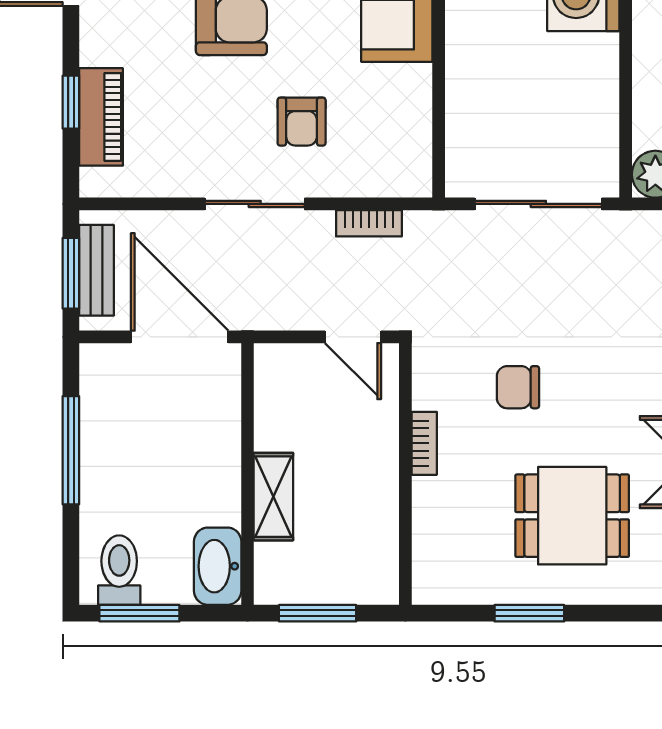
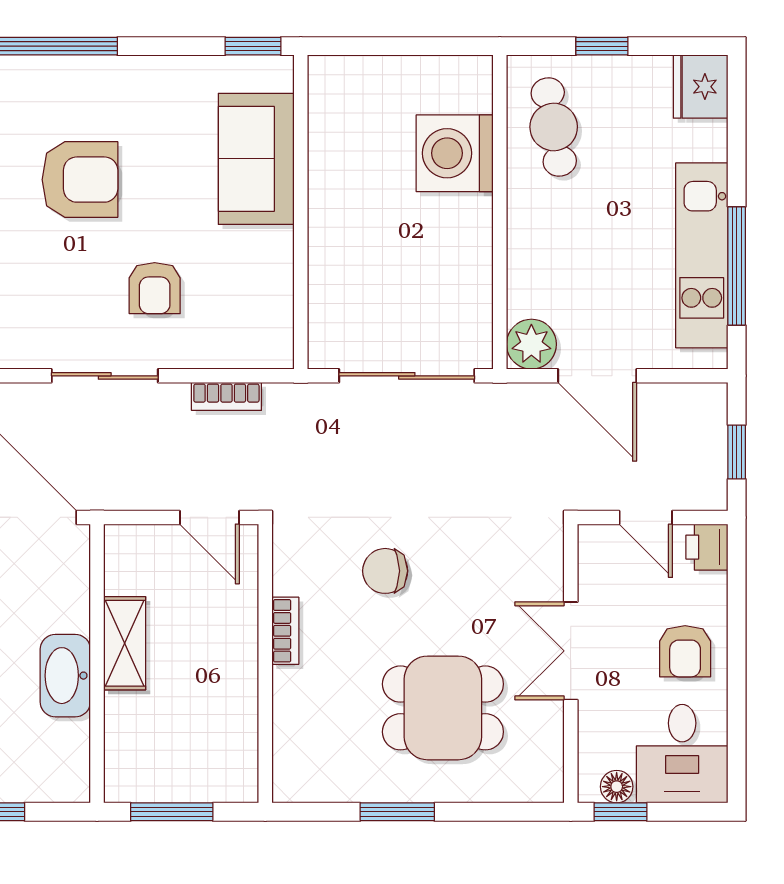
shelving: (273, 497) -> (125, 643), moved
washbasin: (218, 566) -> (65, 676), moved

